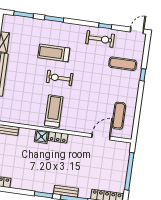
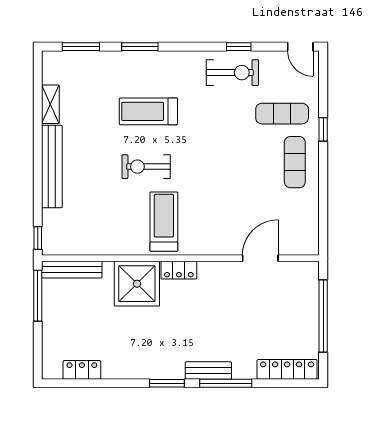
door: (137, 30) -> (300, 47), swing flipped
exercise bike: (60, 78) -> (146, 167), moved
exercise mat: (119, 116) -> (295, 162), moved
shower: (41, 136) -> (137, 284), width x1.86, depth x1.86

